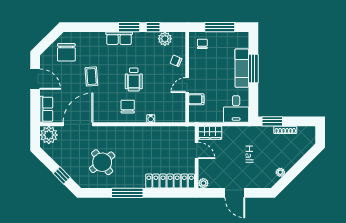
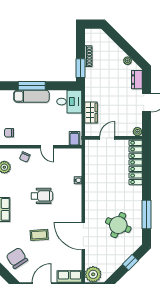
chair: (66, 52) -> (17, 258), turned -123
filing cabinet: (196, 99) -> (74, 138), moved
chair: (128, 107) -> (67, 201), removed
door: (78, 124) -> (83, 236), moved
wardrobe: (210, 133) -> (91, 113), moved
round table: (102, 162) -> (118, 225), turned -30
dresser: (260, 182) -> (137, 80), added
window: (127, 193) -> (146, 214), moved

